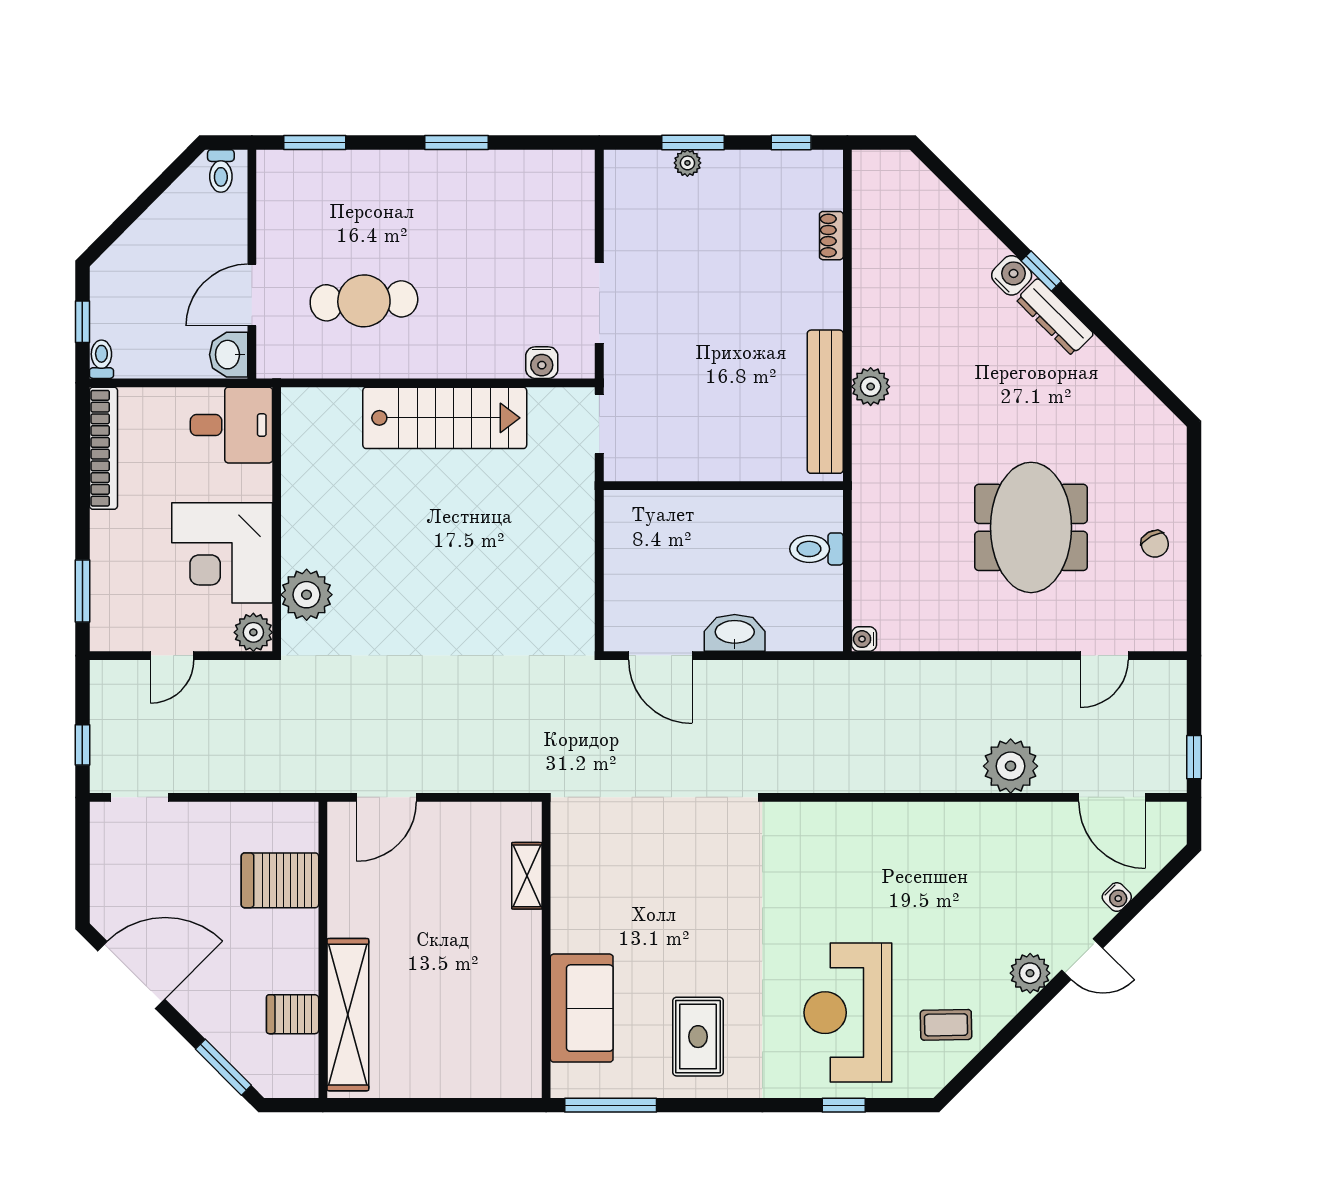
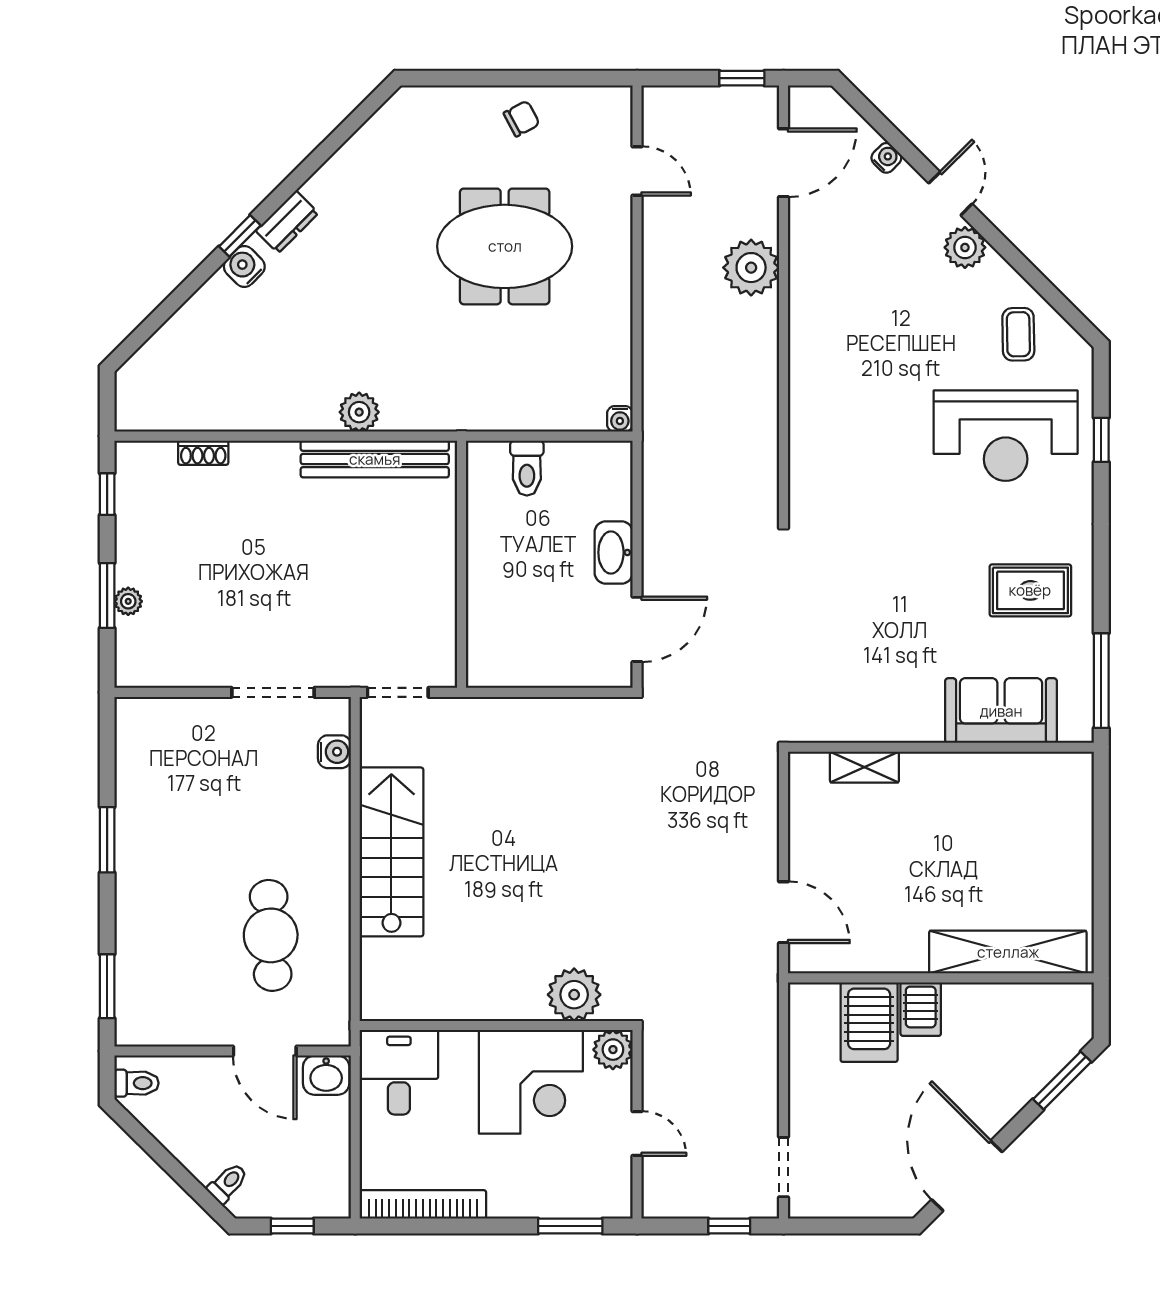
dresser: (1055, 317) -> (287, 222), width x0.70
toilet: (101, 359) -> (228, 1183), moved, turned 135
server rack: (293, 1014) -> (921, 1009), moved

